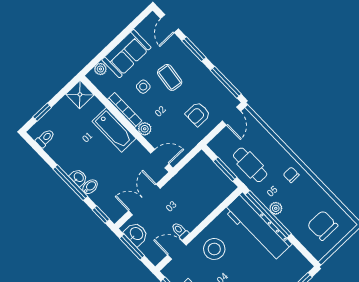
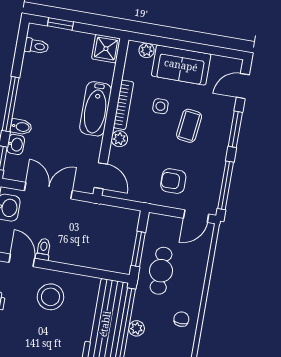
washbasin: (78, 177) -> (16, 144), moved

